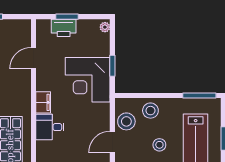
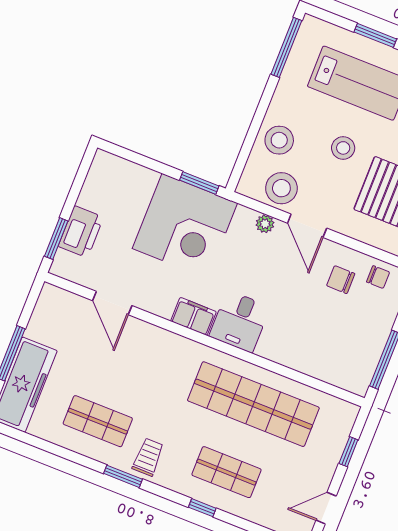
window: (67, 17) -> (56, 239), moved
plant: (105, 27) -> (265, 224), moved
window: (112, 66) -> (199, 183), moved

